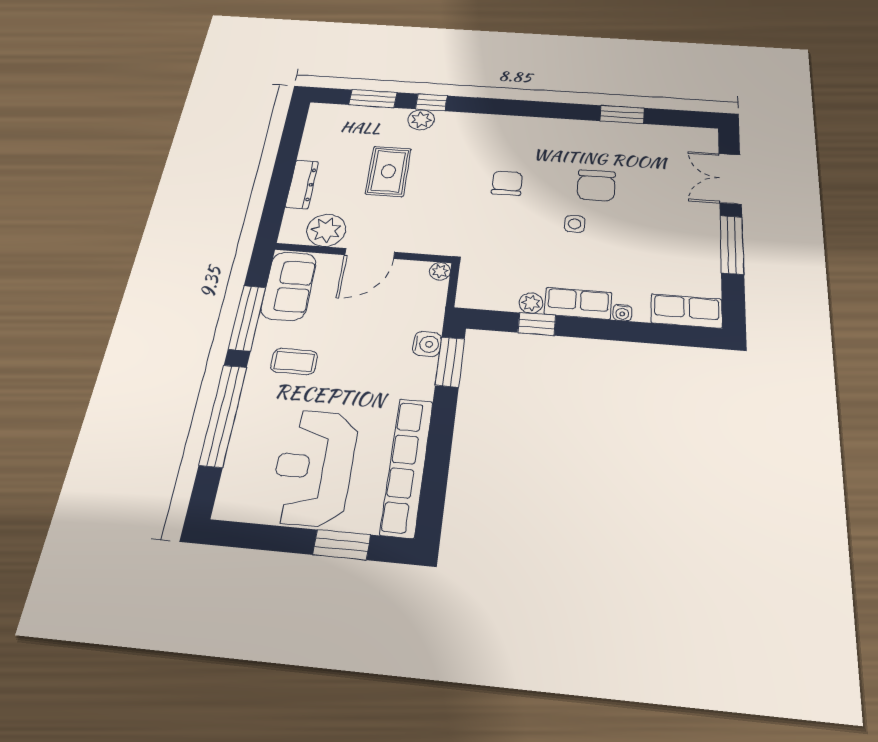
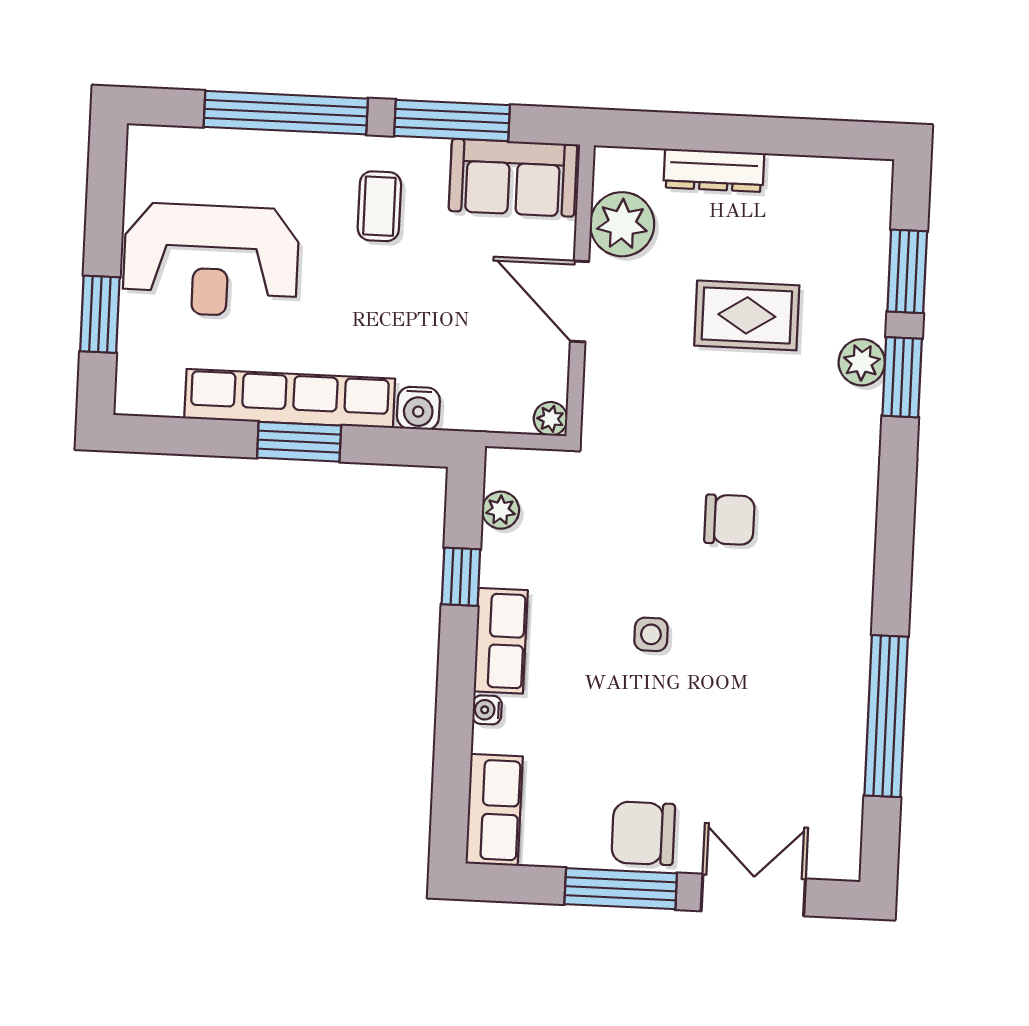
window: (431, 102) -> (902, 377), width x1.50
window: (622, 114) -> (886, 716), width x2.11
chair: (596, 185) -> (643, 833), moved
plant: (531, 303) -> (501, 510), moved
window: (450, 362) -> (299, 442), moved
row of seats: (407, 466) -> (290, 398), moved
reception desk: (314, 467) -> (211, 260), turned 180

